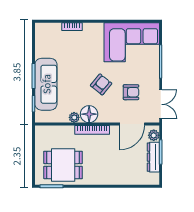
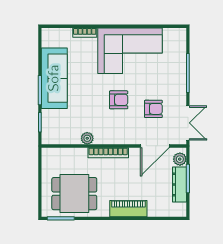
corner sofa: (132, 42) -> (130, 51), moved
sofa: (46, 84) -> (54, 78), moved
armchair: (101, 84) -> (119, 100), turned 51
floor lamp: (89, 114) -> (105, 134), removed
piano: (110, 178) -> (128, 209), added

